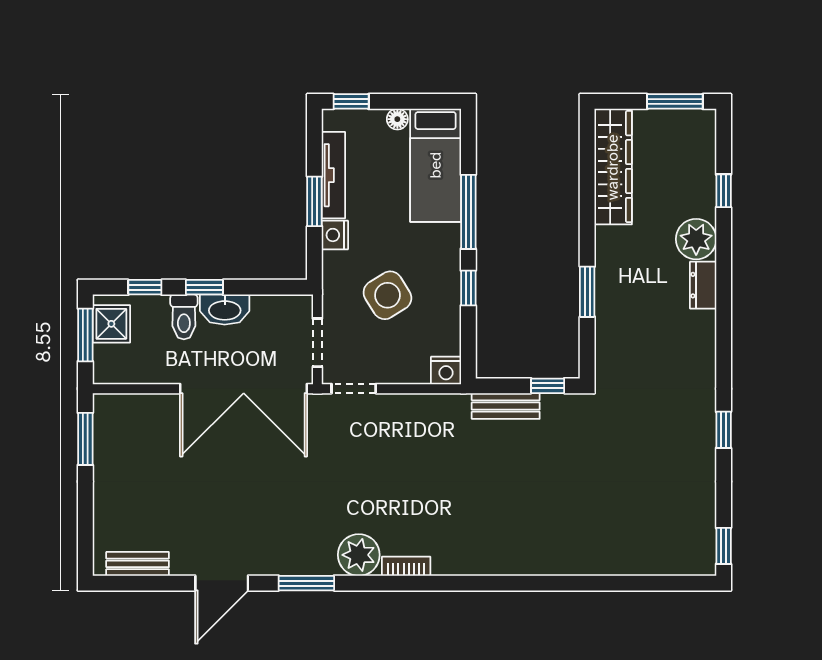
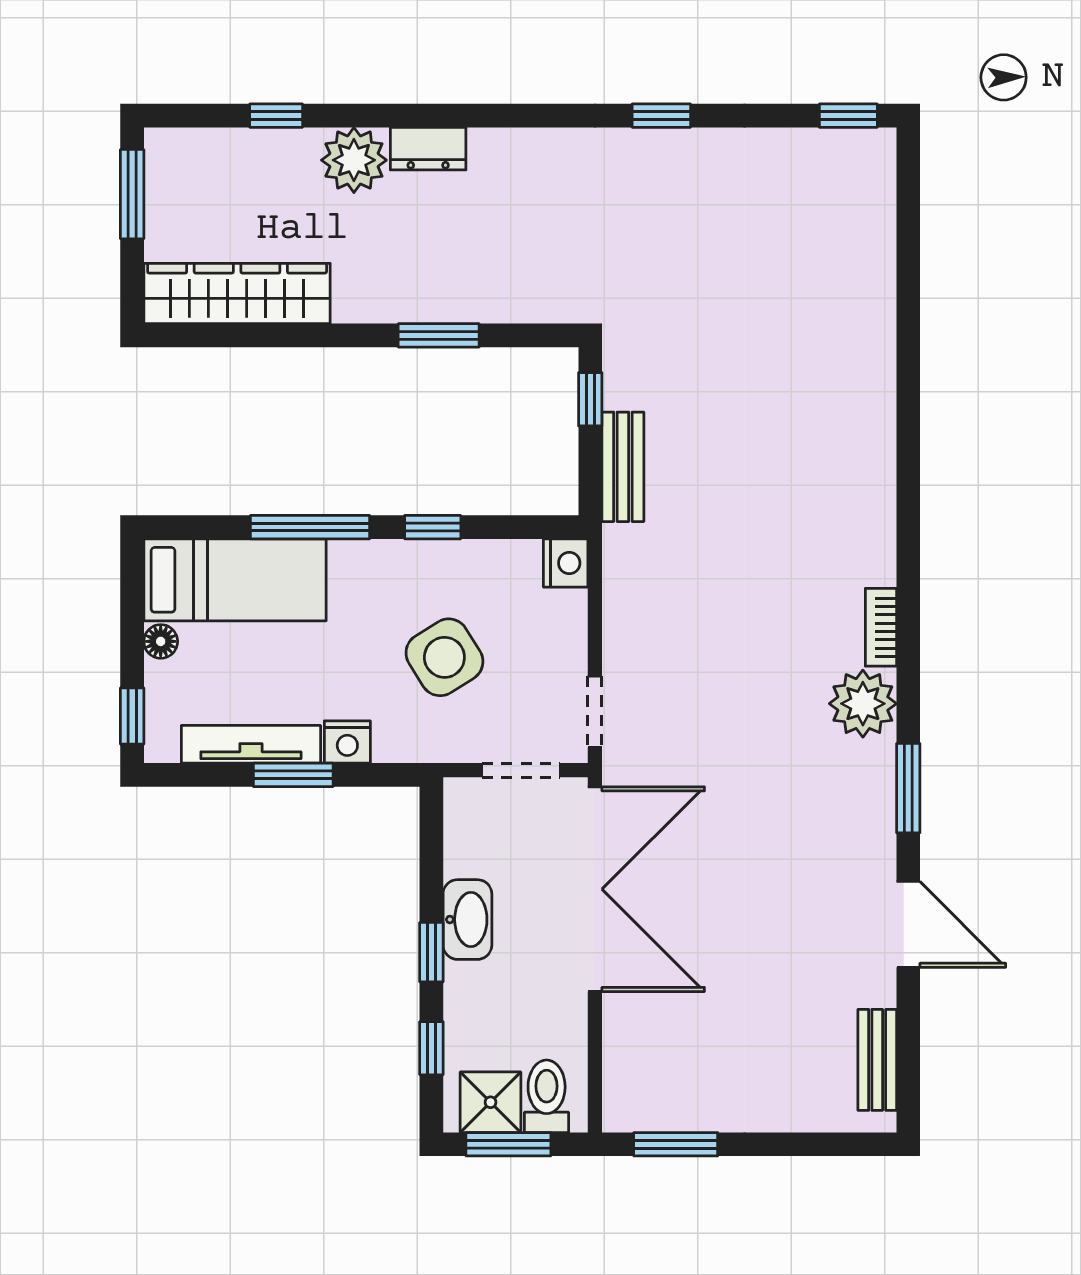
toilet: (184, 317) -> (547, 1096), moved, turned -90

